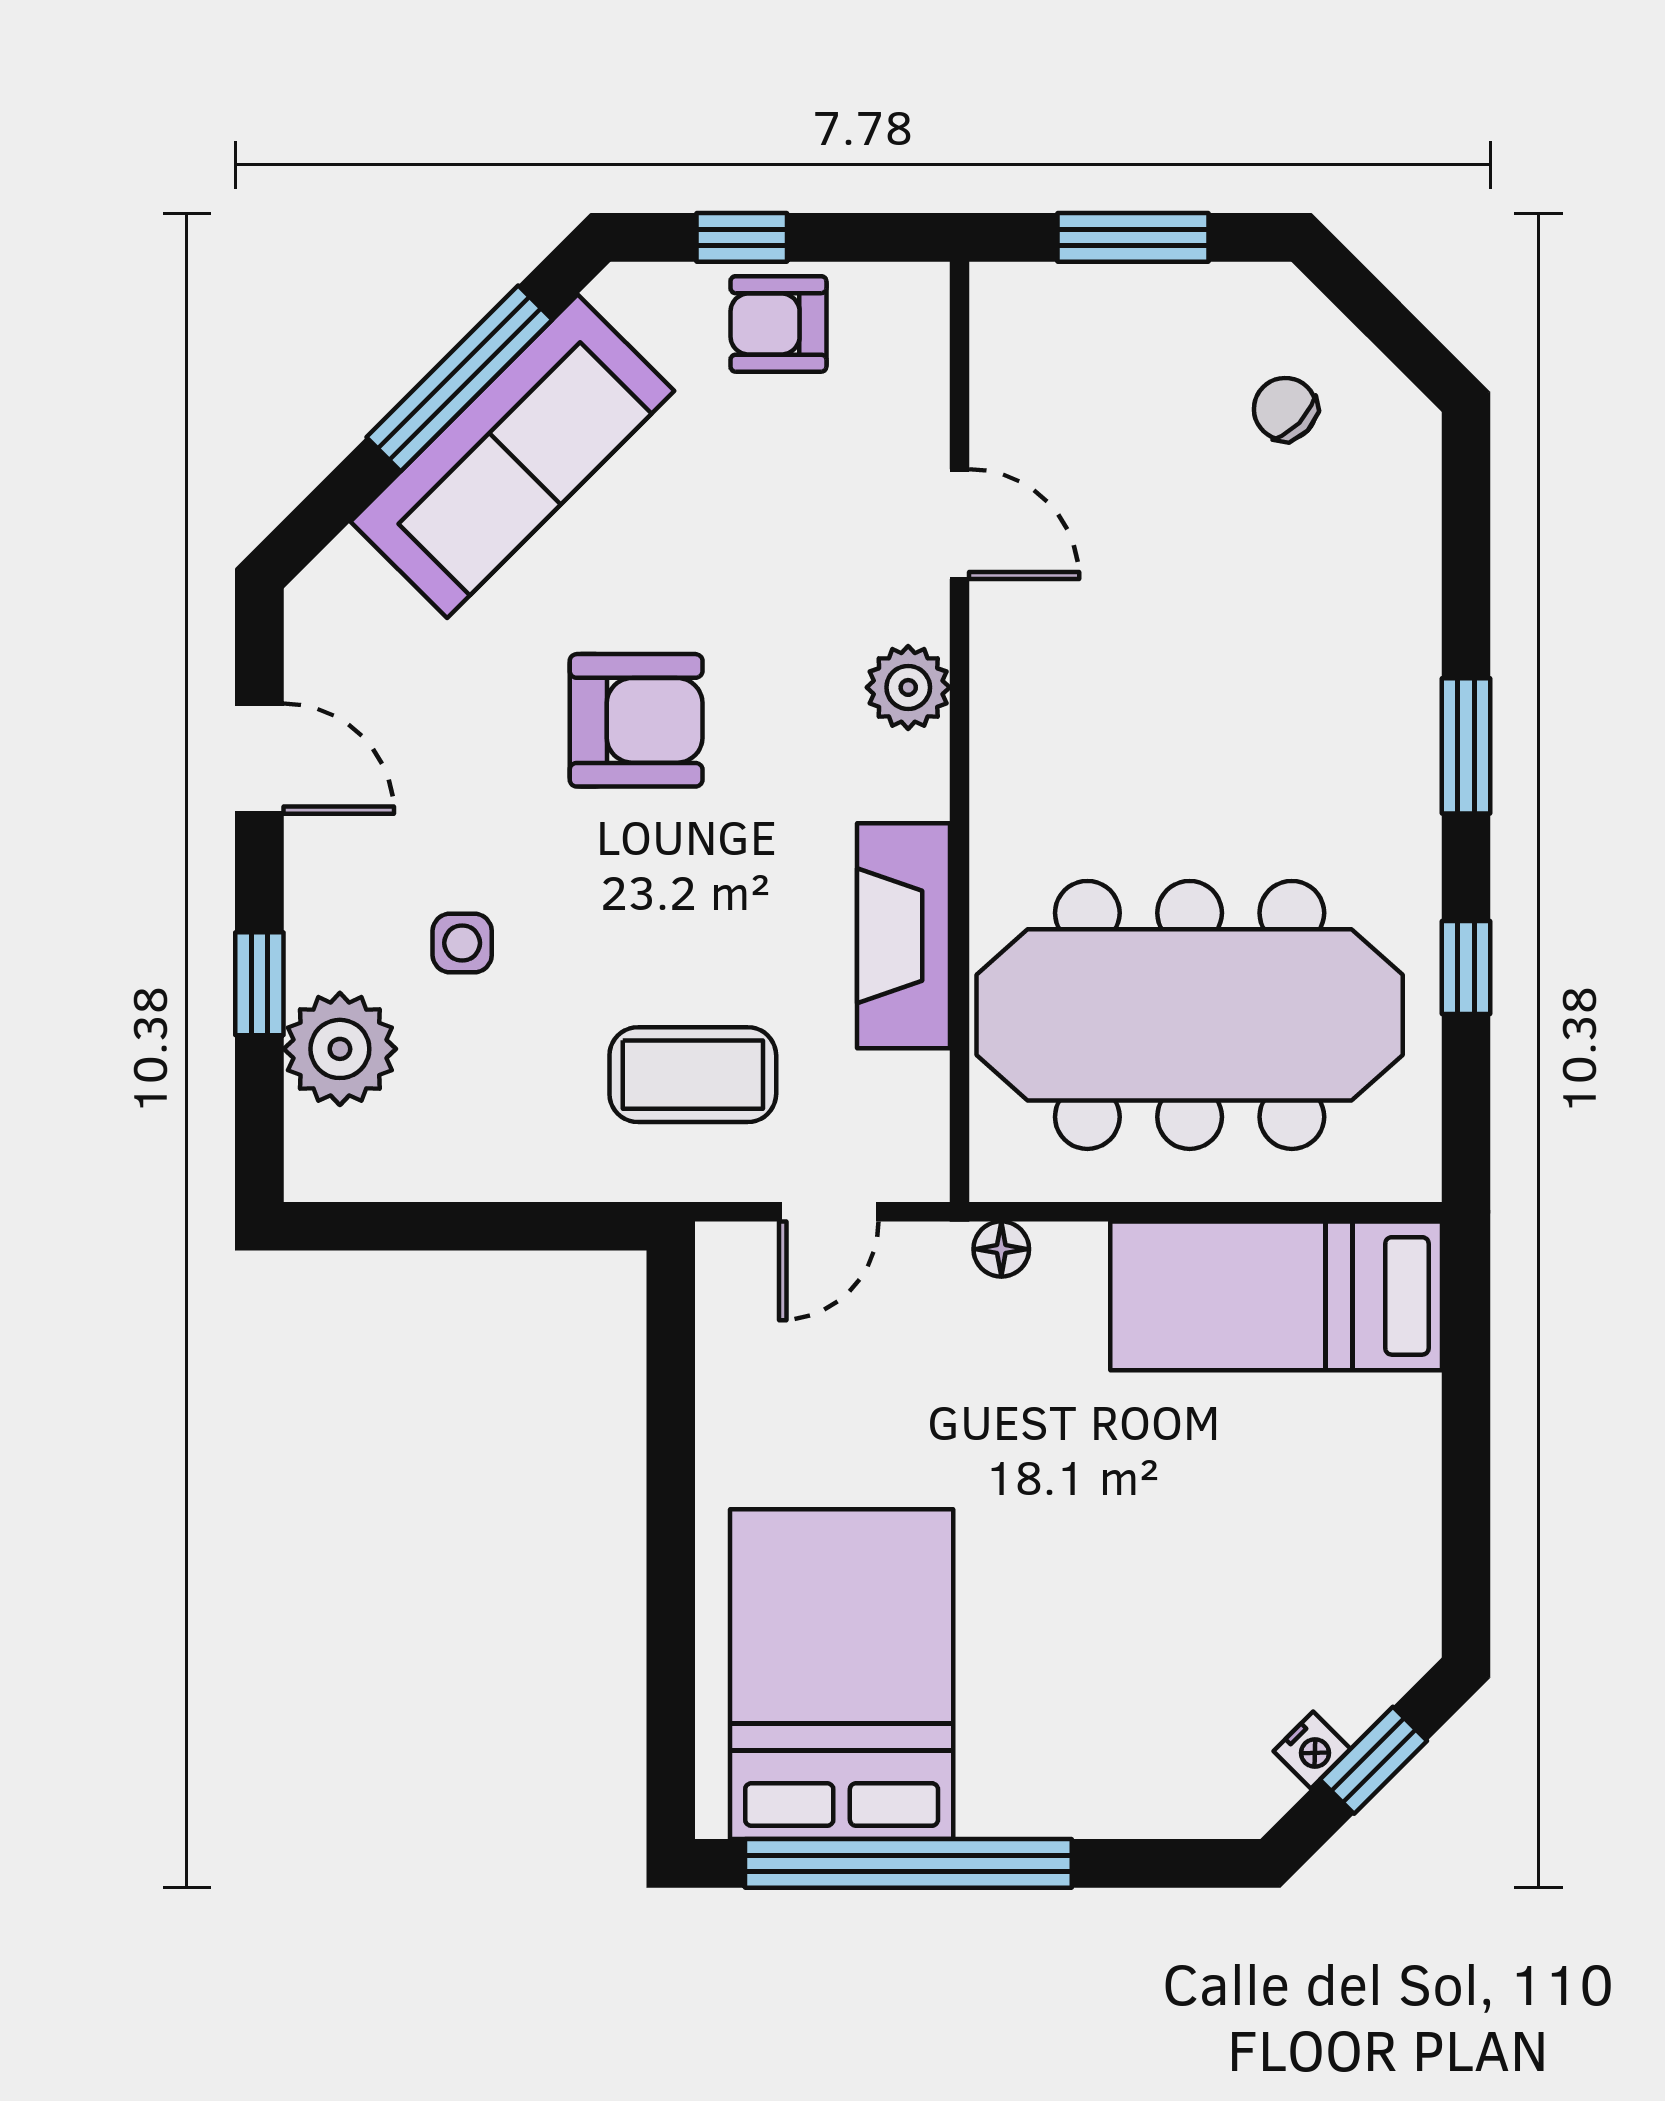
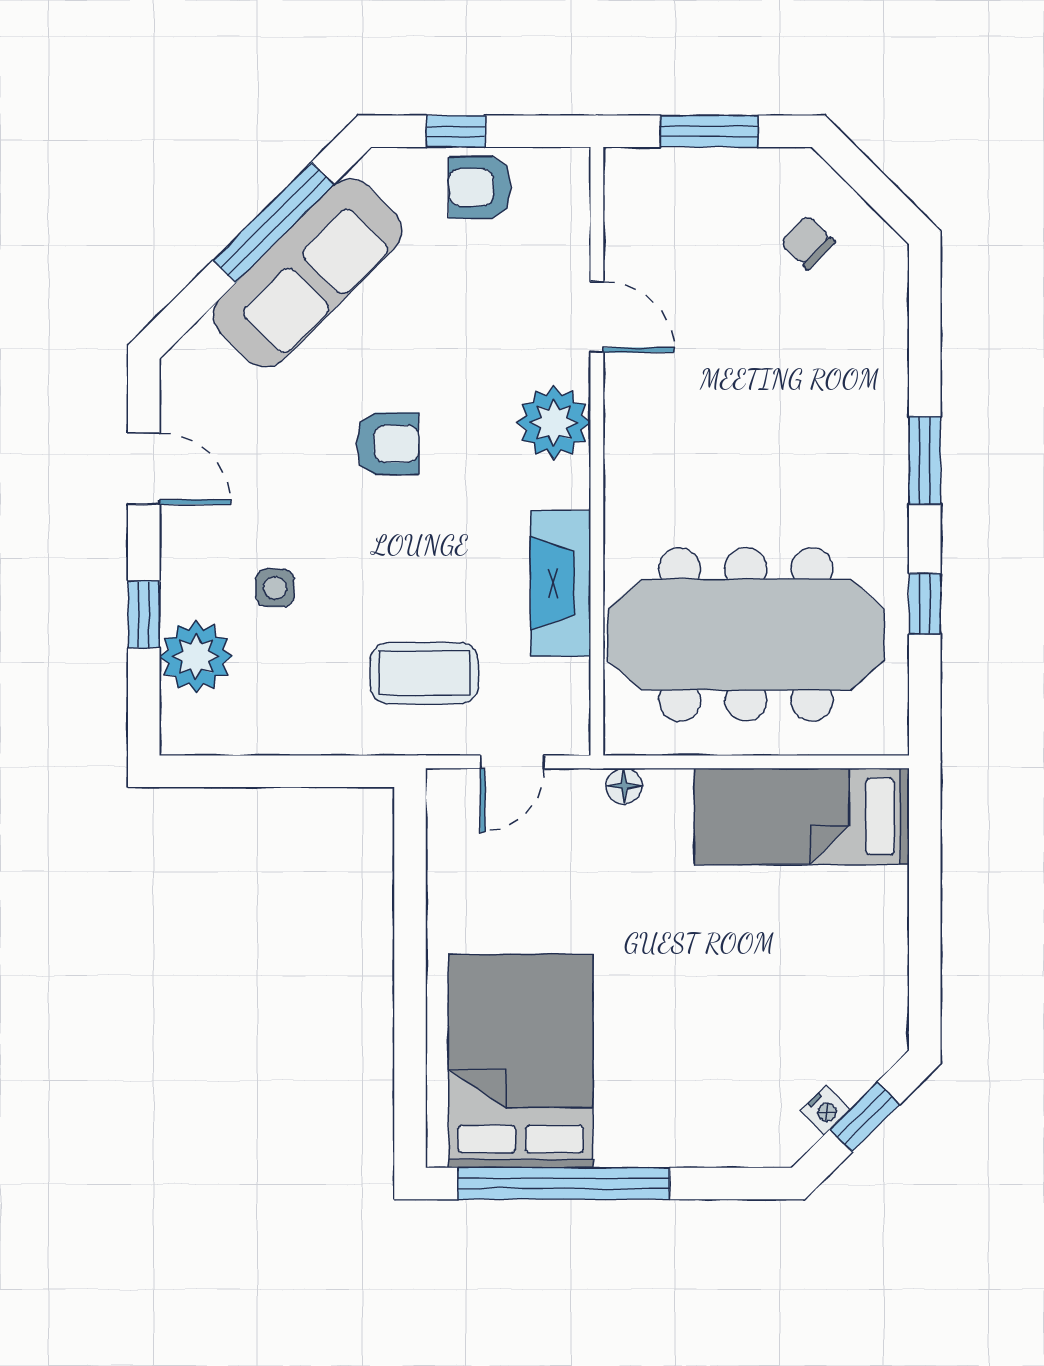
plant: (908, 687) -> (554, 423), width x1.36, depth x1.36
armchair: (636, 720) -> (388, 444), width x0.72, depth x0.72

